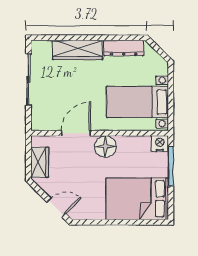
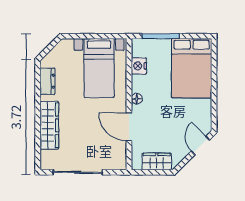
dresser: (124, 48) -> (47, 81), width x0.70
nightstand: (160, 144) -> (139, 66), moved
floor lamp: (105, 146) -> (137, 99), width x0.53, depth x0.53

